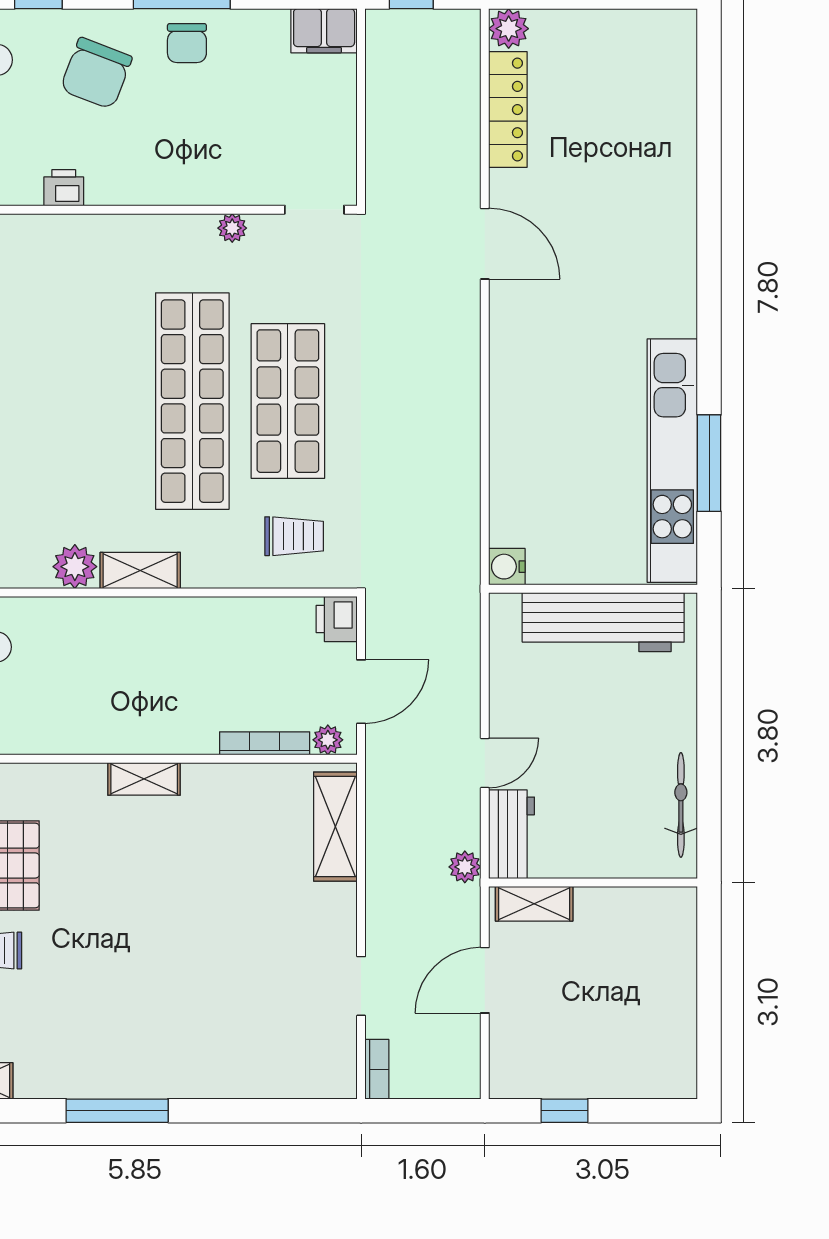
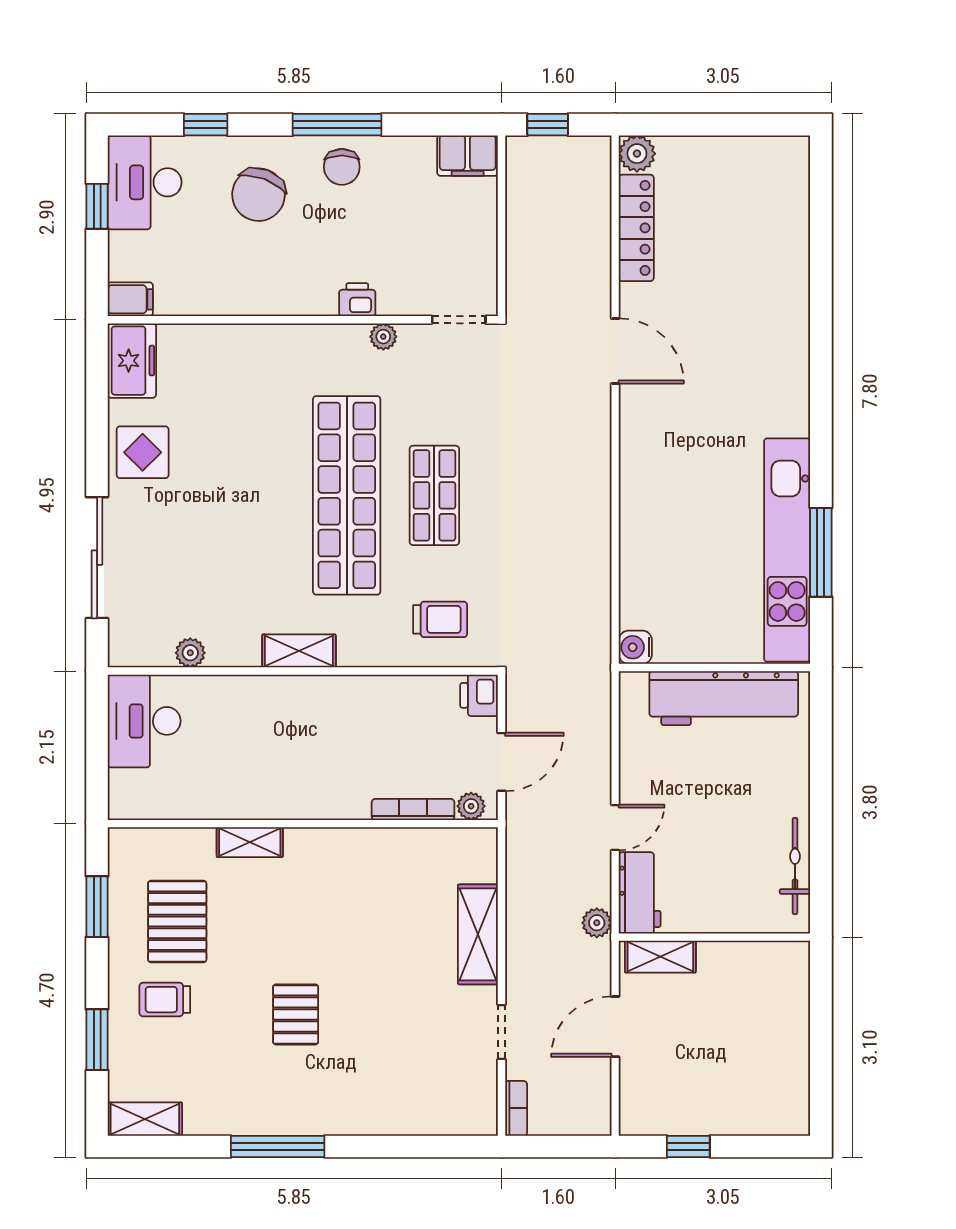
printer: (64, 188) -> (357, 300), moved
shop shelf: (288, 401) -> (434, 495), width x0.70, depth x0.74
plant: (75, 567) -> (190, 653), moved, width x0.73, depth x0.73
shelving: (144, 779) -> (250, 842), moved
shelving: (335, 827) -> (478, 934), moved
pallet: (137, 967) -> (296, 1014), added

